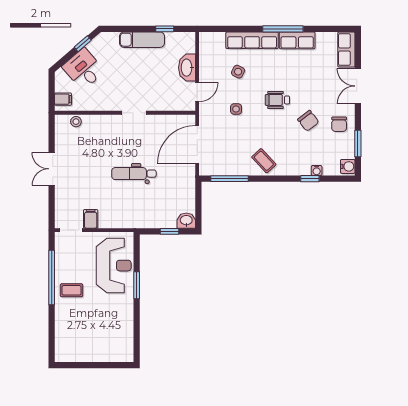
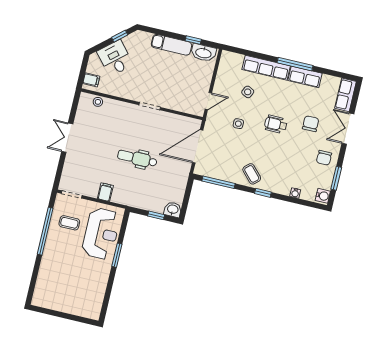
washbasin: (187, 68) -> (203, 53), moved, turned -90
chair: (308, 121) -> (311, 124), moved, turned -142
window: (310, 179) -> (263, 193), moved
filing cabinet: (91, 219) -> (105, 192), moved
coffee table: (72, 290) -> (69, 223), moved

